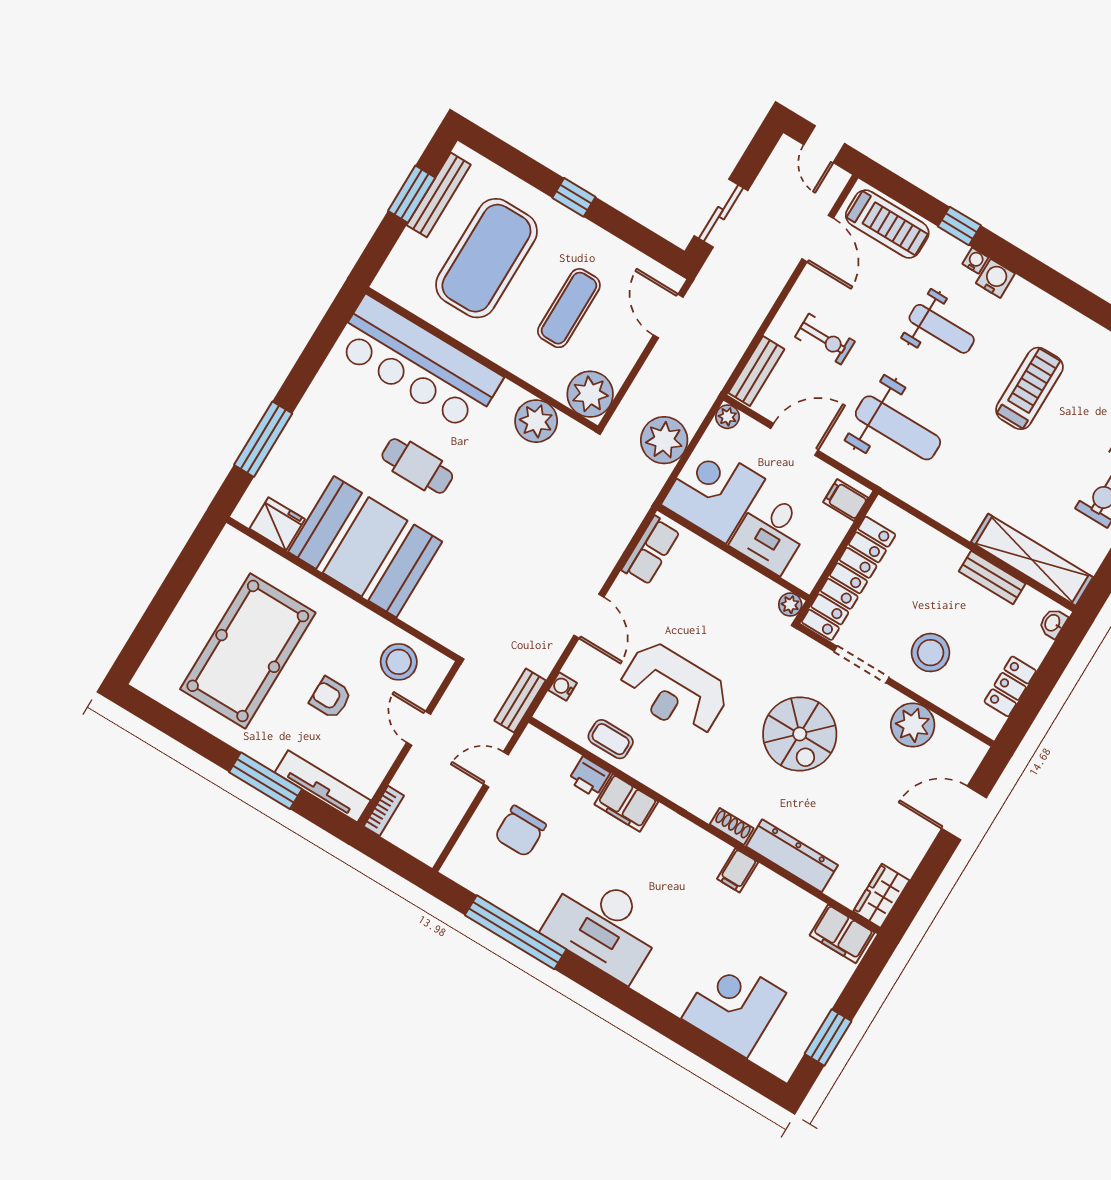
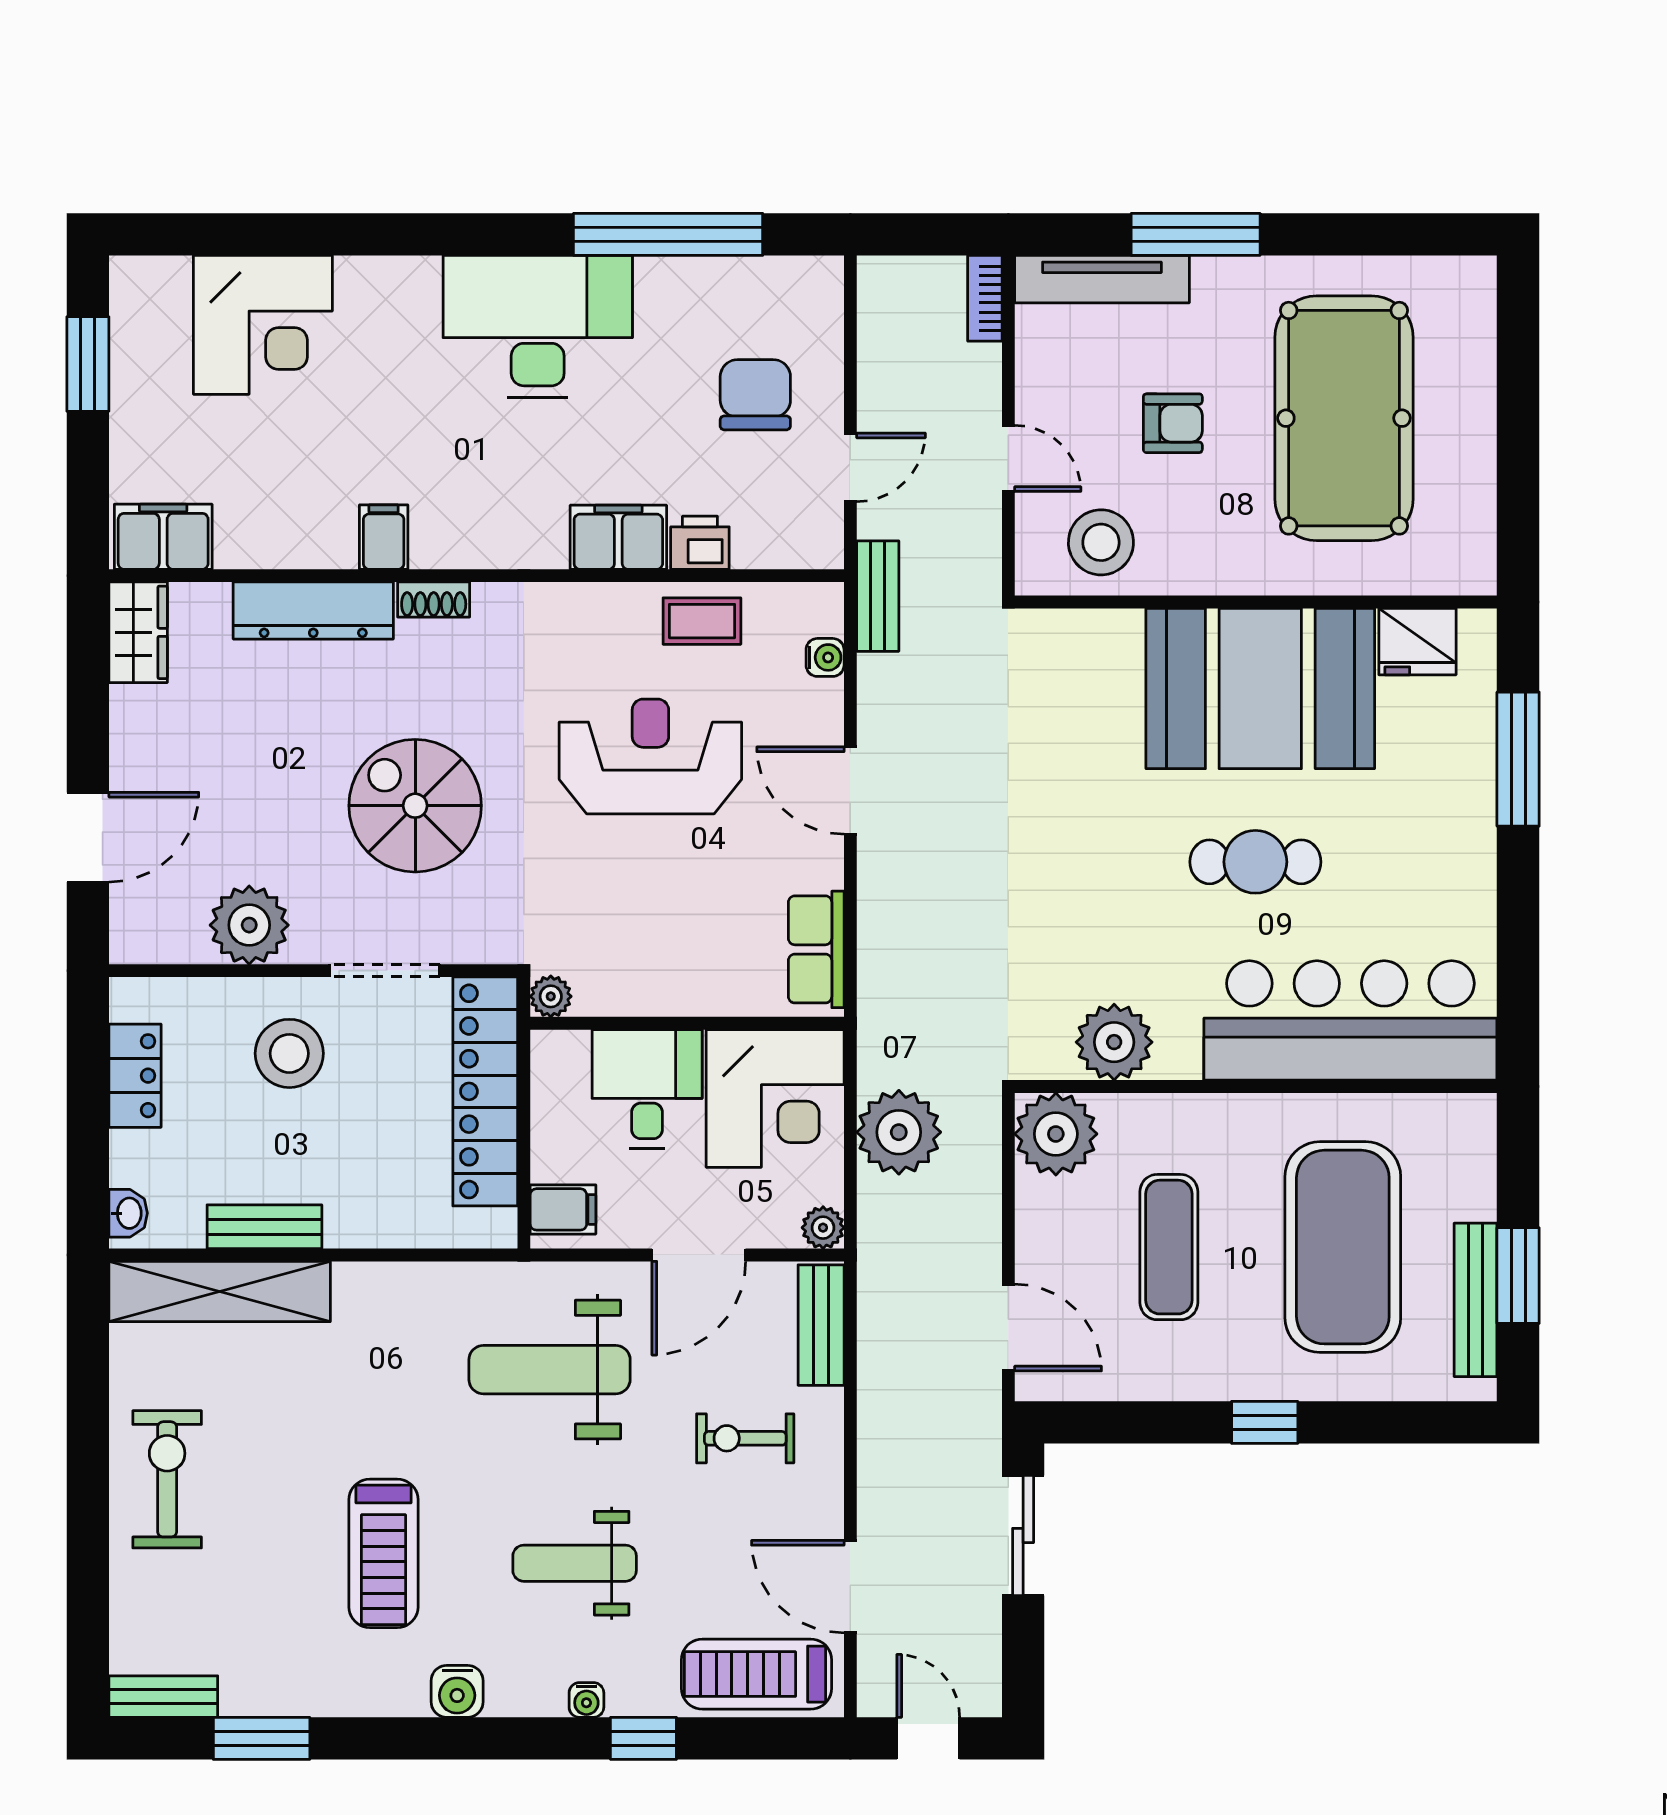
water cooler: (995, 278) -> (457, 1691), moved

